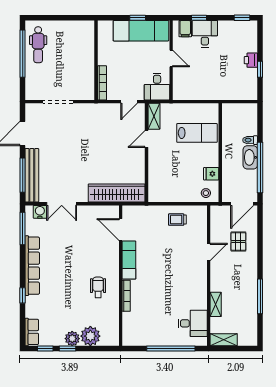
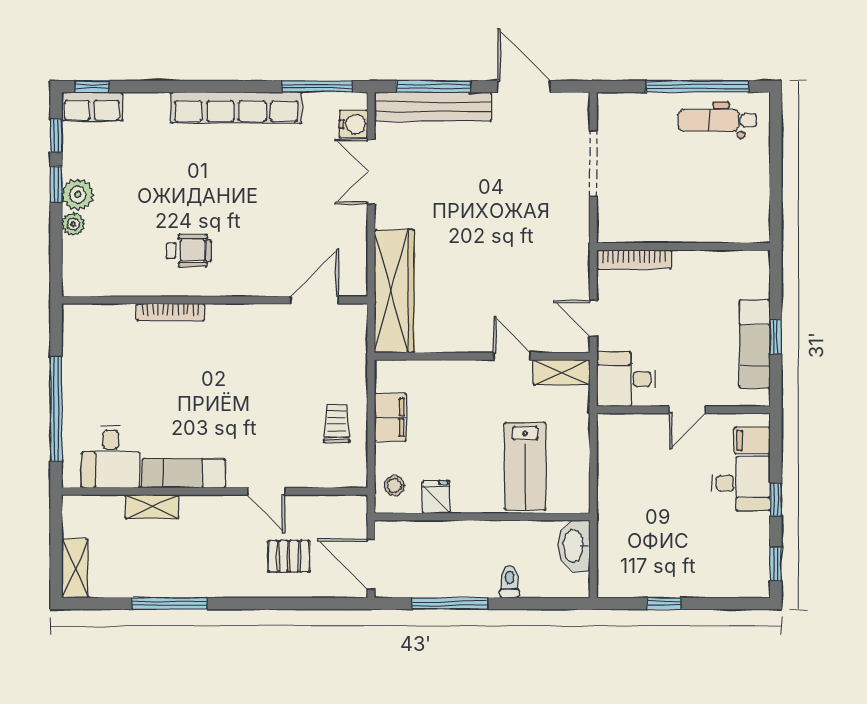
window: (199, 18) -> (776, 499), moved
exam couch: (141, 31) -> (755, 344), width x0.73, depth x0.69
printer: (251, 60) -> (684, 584), removed
washbasin: (250, 157) -> (574, 546), moved, turned -90
window: (260, 168) -> (450, 603), width x0.68
filing cabinet: (175, 195) -> (390, 417), added
exam couch: (129, 260) -> (184, 473), moved, turned 180
window: (23, 295) -> (92, 86), moved
plant: (90, 336) -> (73, 224), width x0.53, depth x0.53
shelving: (224, 340) -> (75, 568), moved

